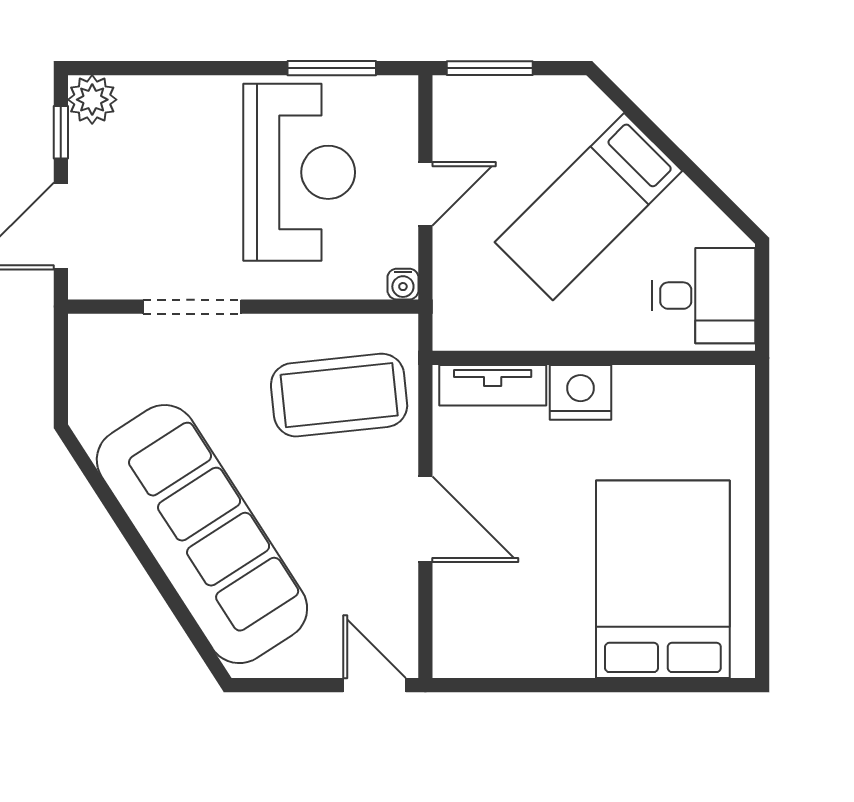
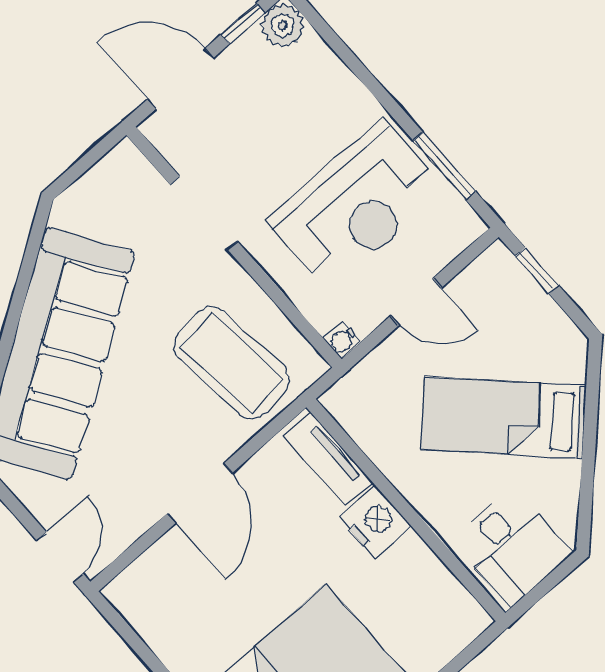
window: (490, 68) -> (537, 271), width x0.67

